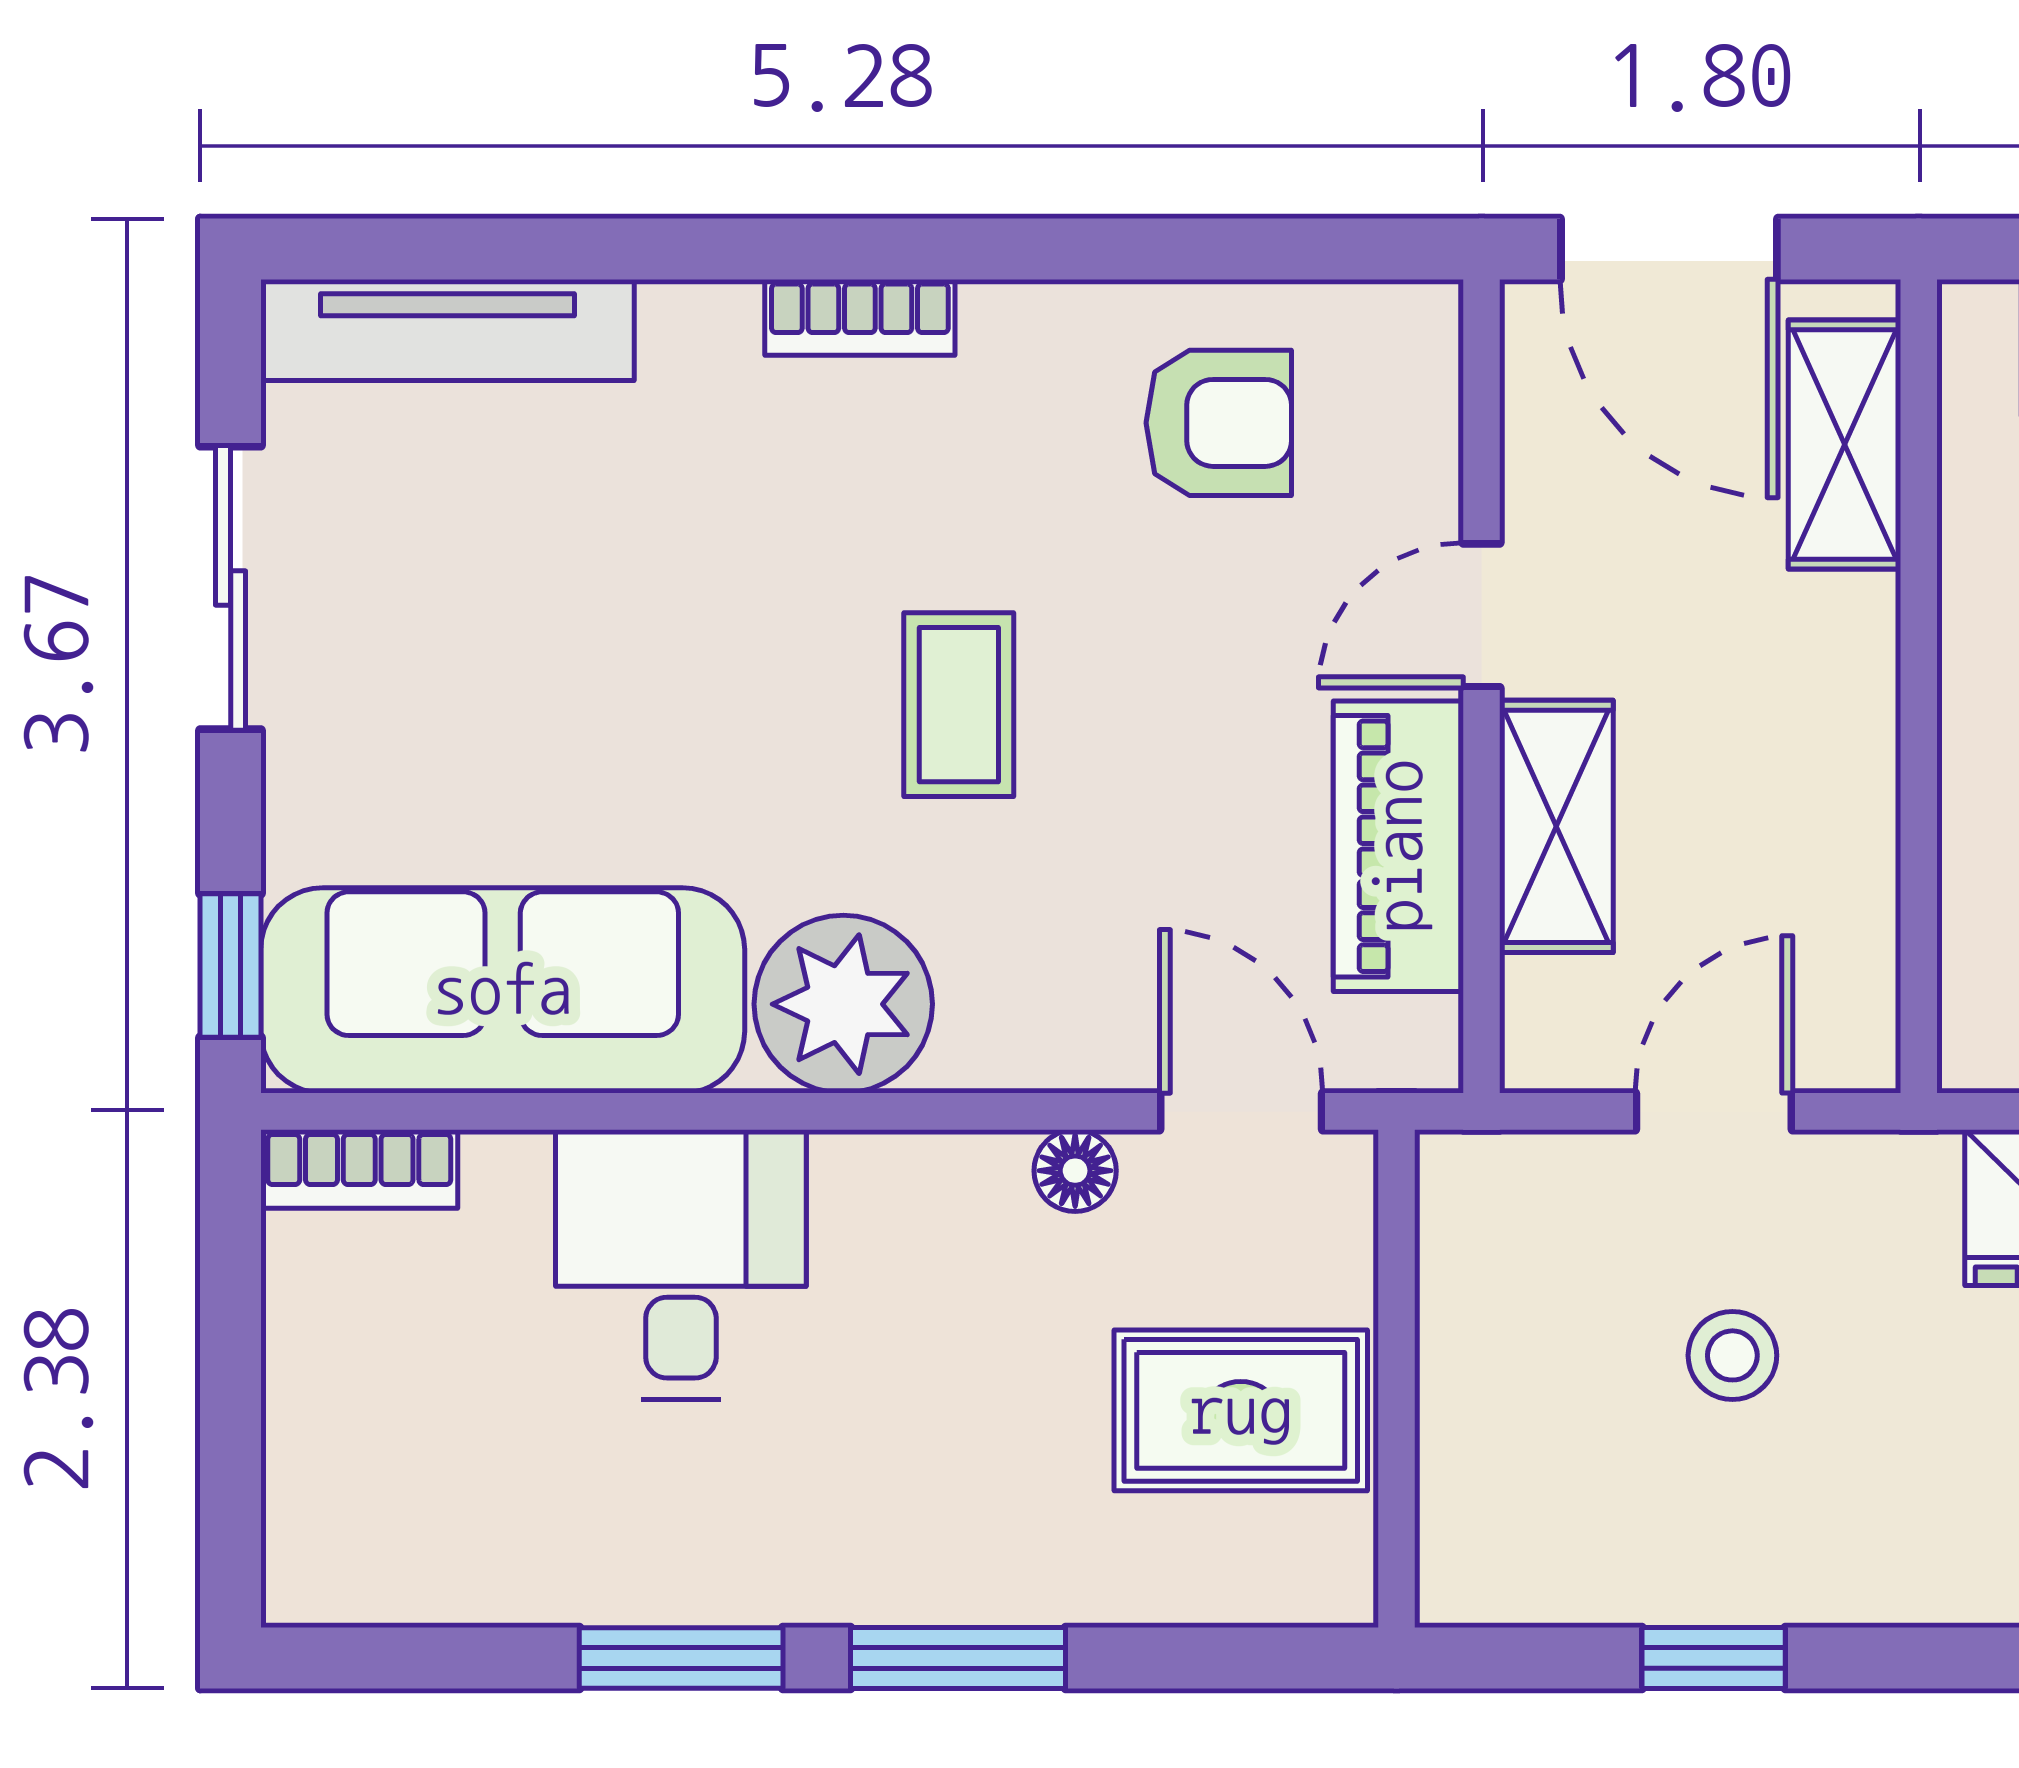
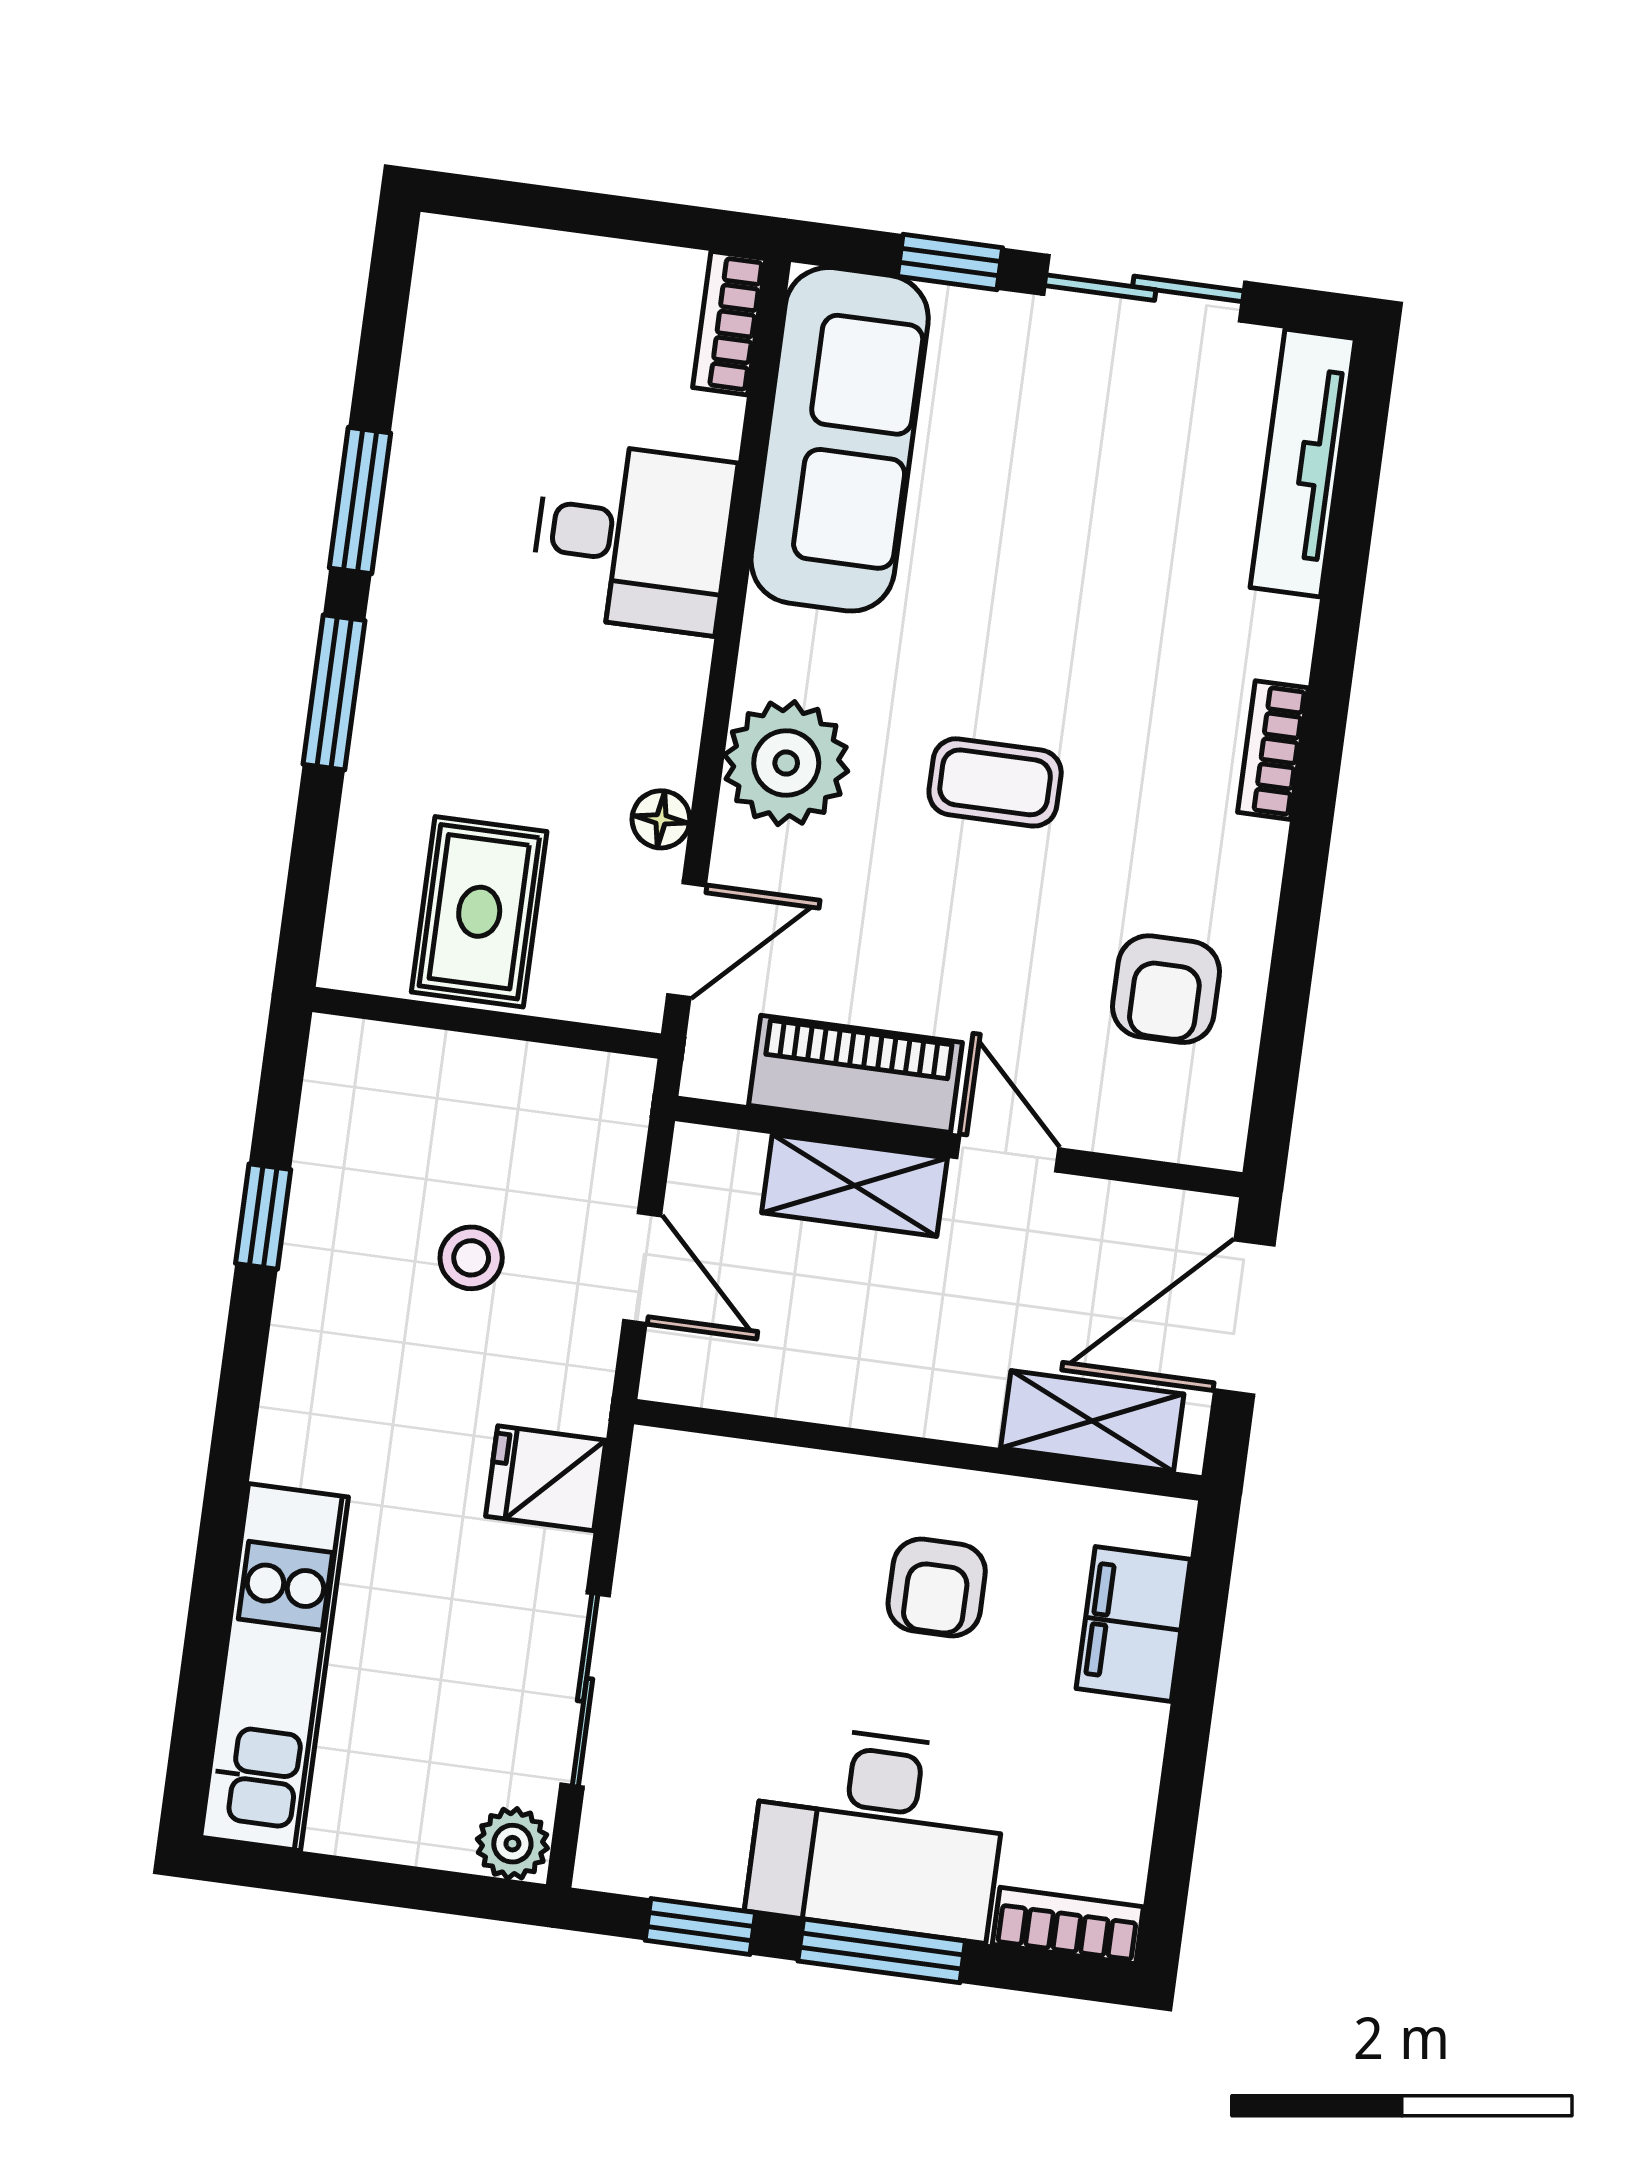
window: (231, 965) -> (950, 262), moved
plant: (843, 1004) -> (786, 763), moved

